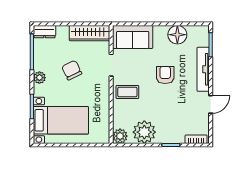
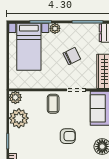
plant: (39, 78) -> (55, 28), moved

